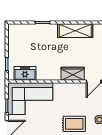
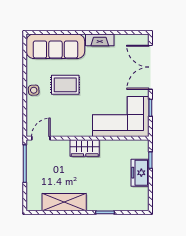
freezer: (25, 73) -> (140, 173), moved, turned 90
wardrobe: (73, 74) -> (85, 148), moved

